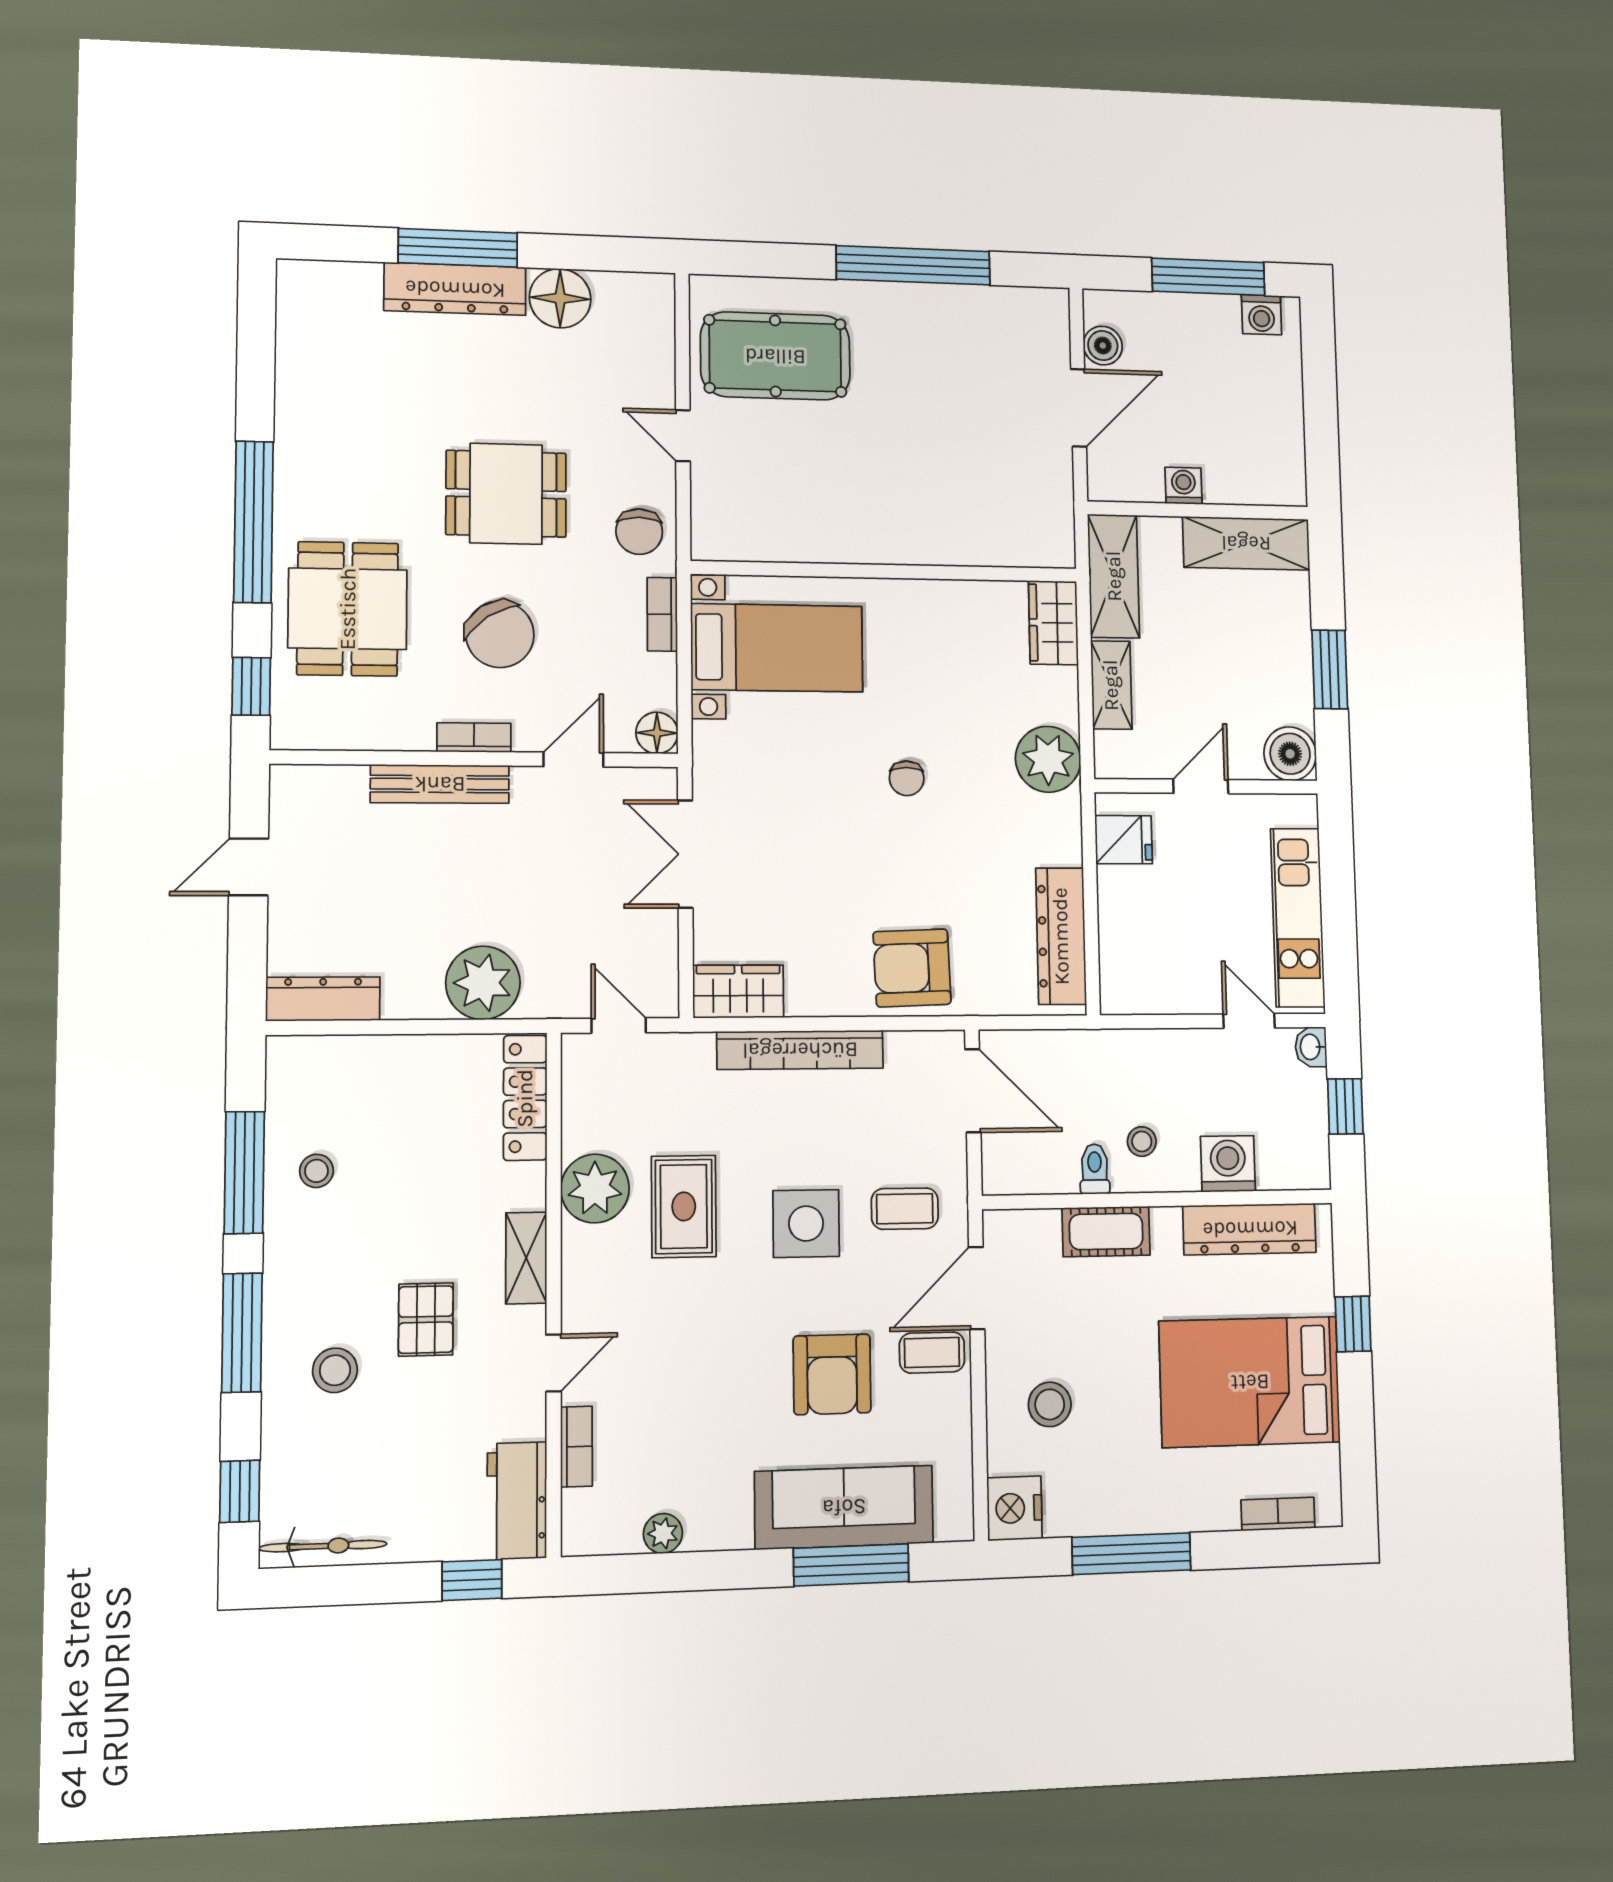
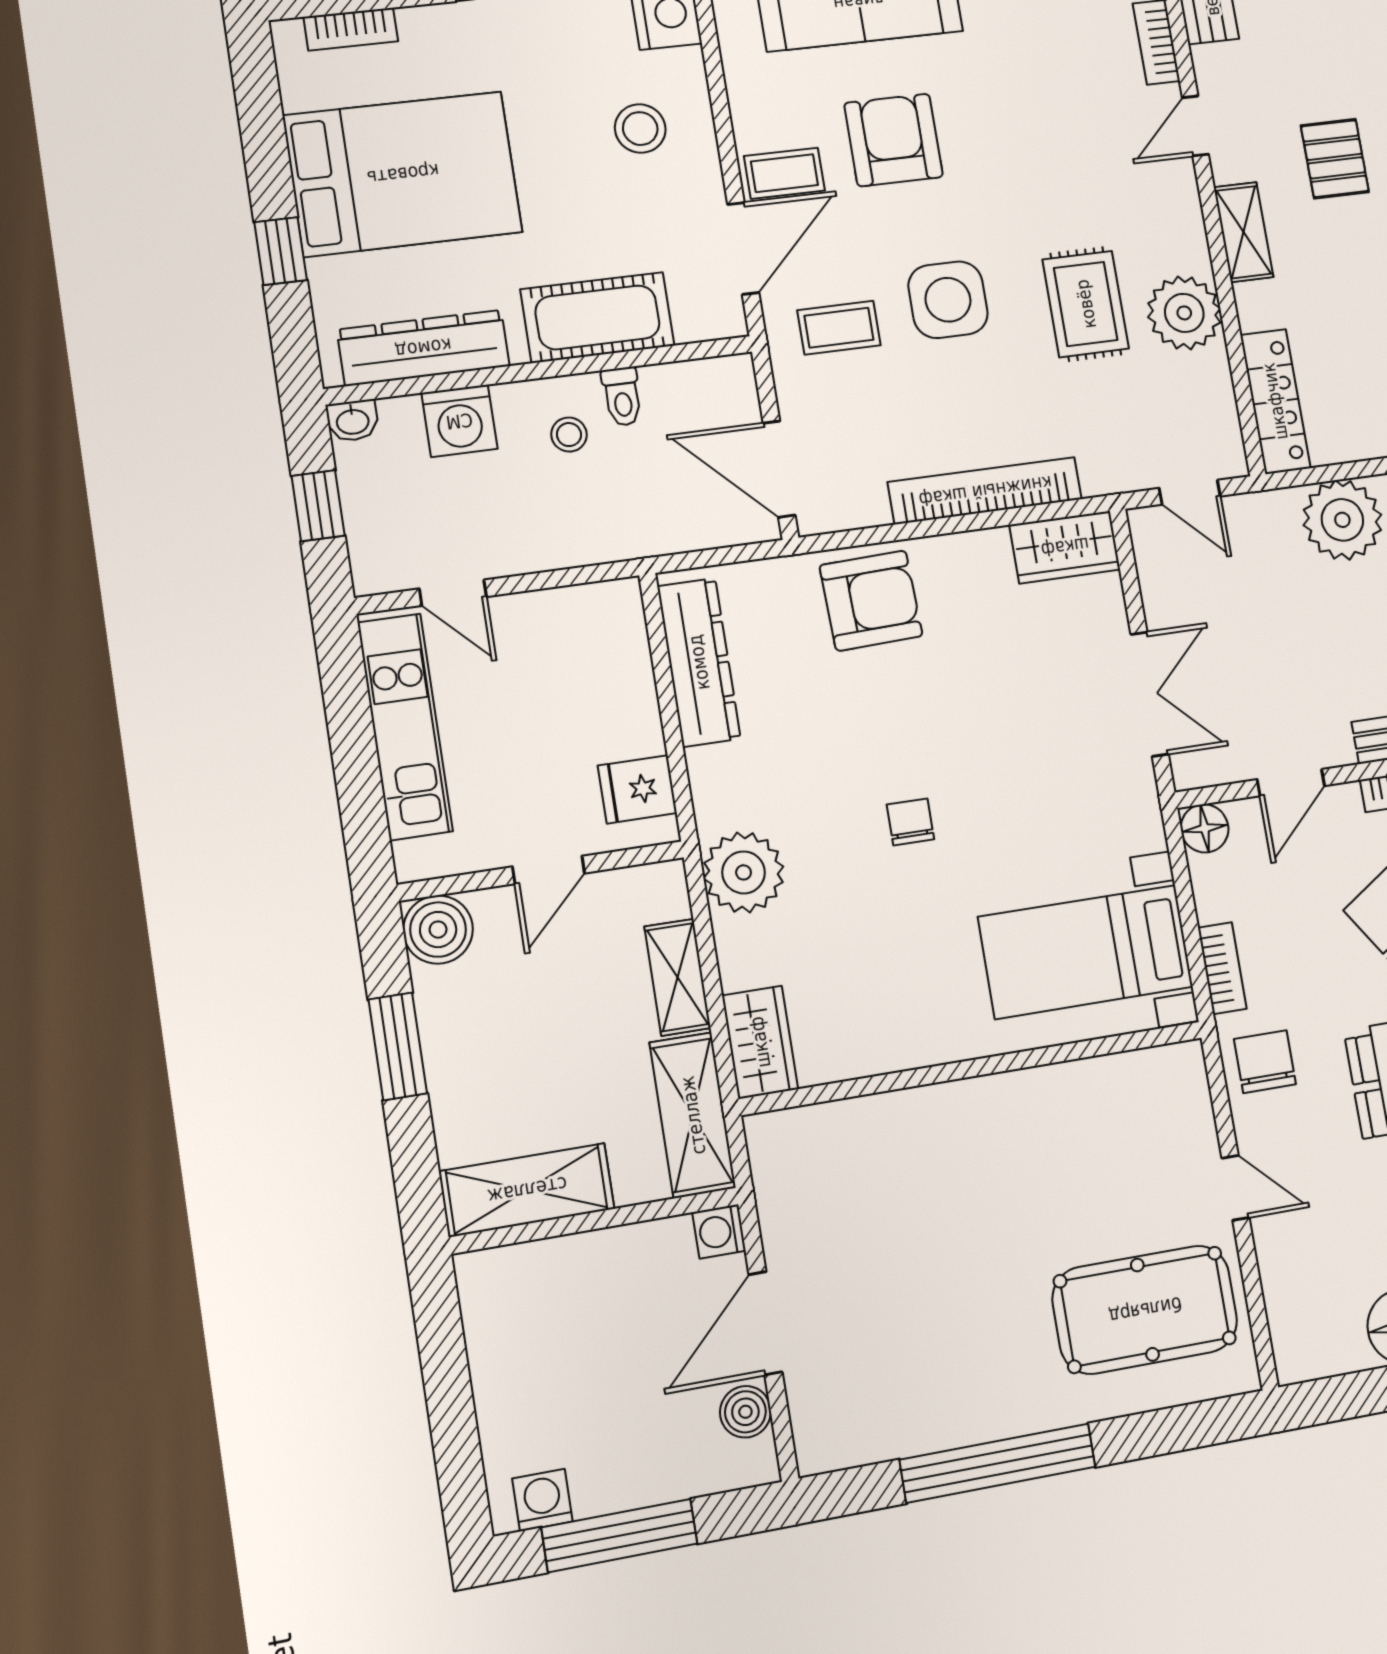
washing machine: (1184, 486) -> (719, 1231), moved, turned 90
washbasin: (1311, 1047) -> (353, 421), moved, turned 90
cot: (1106, 1232) -> (597, 317), width x1.37, depth x1.34

